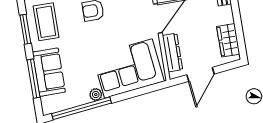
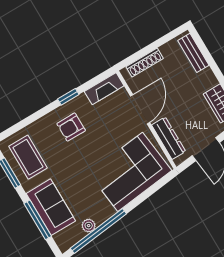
plant: (96, 95) -> (89, 226), moved

